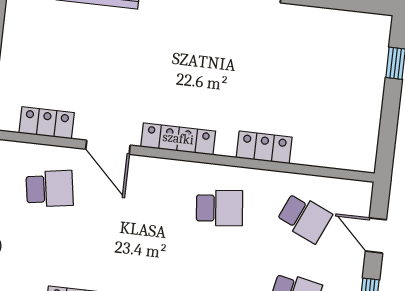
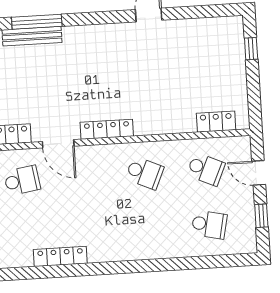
locker: (264, 147) -> (216, 122), moved
school desk: (219, 208) -> (145, 173), turned 30

